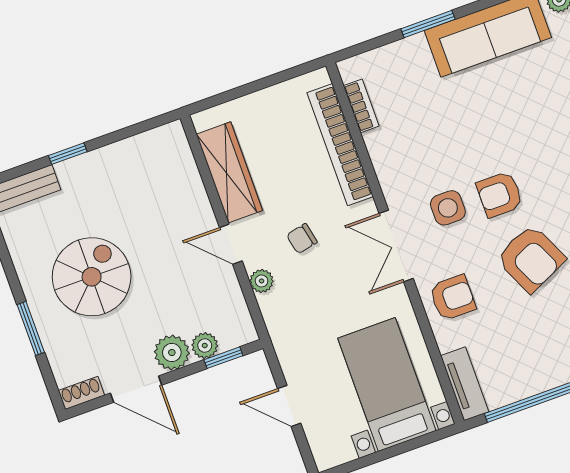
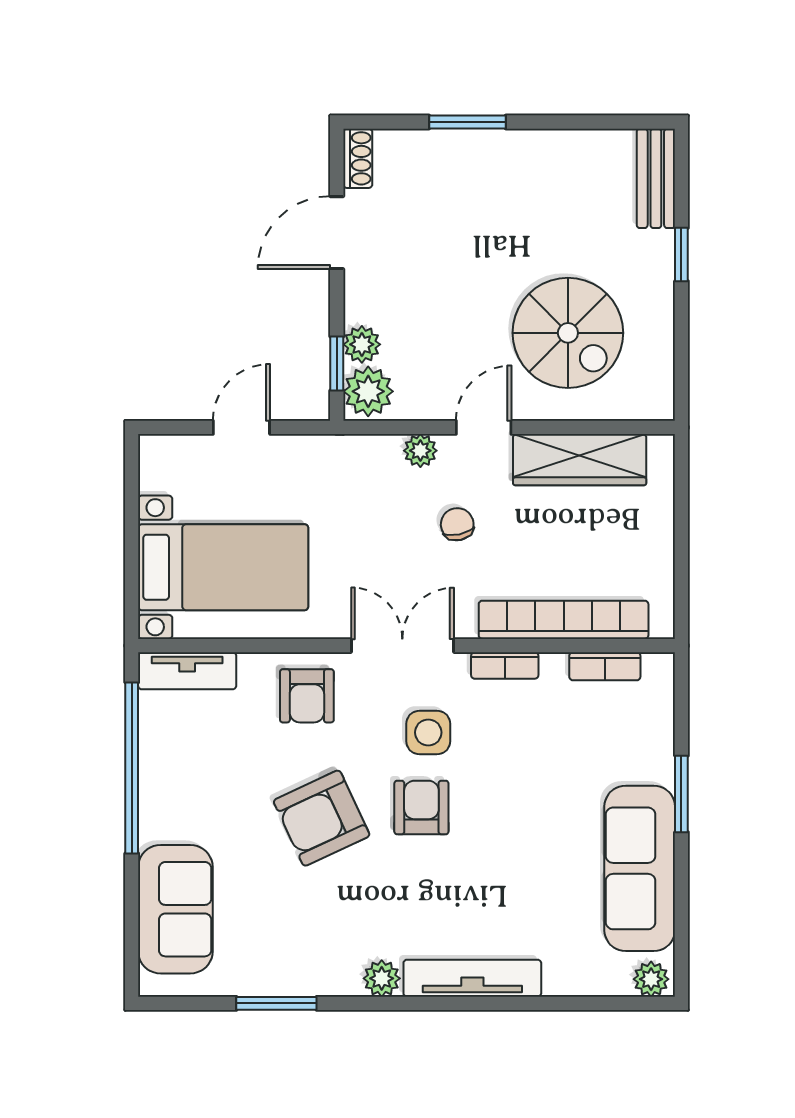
bookcase: (385, 173) -> (505, 666), added
spiral stairs: (92, 277) -> (568, 333), moved
plant: (172, 353) -> (368, 391), moved

